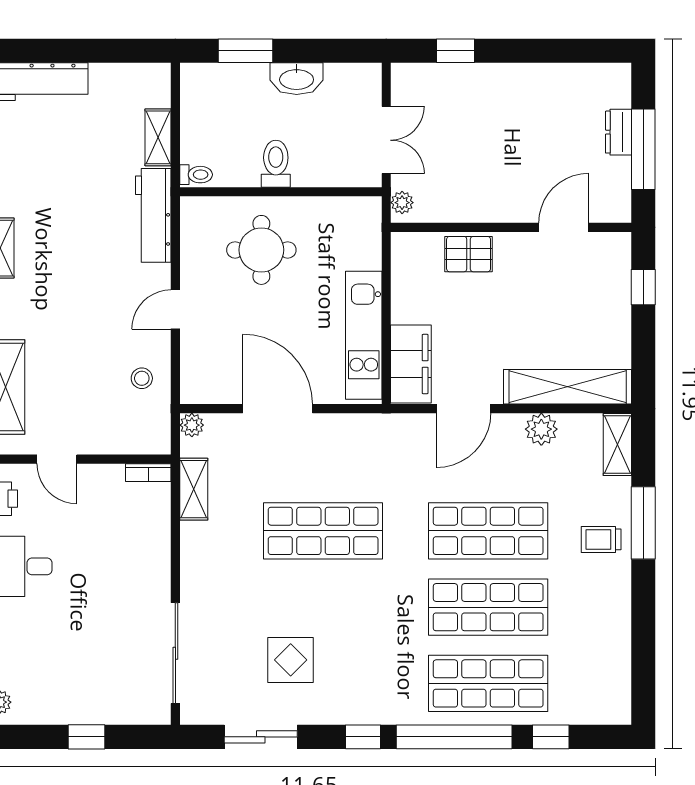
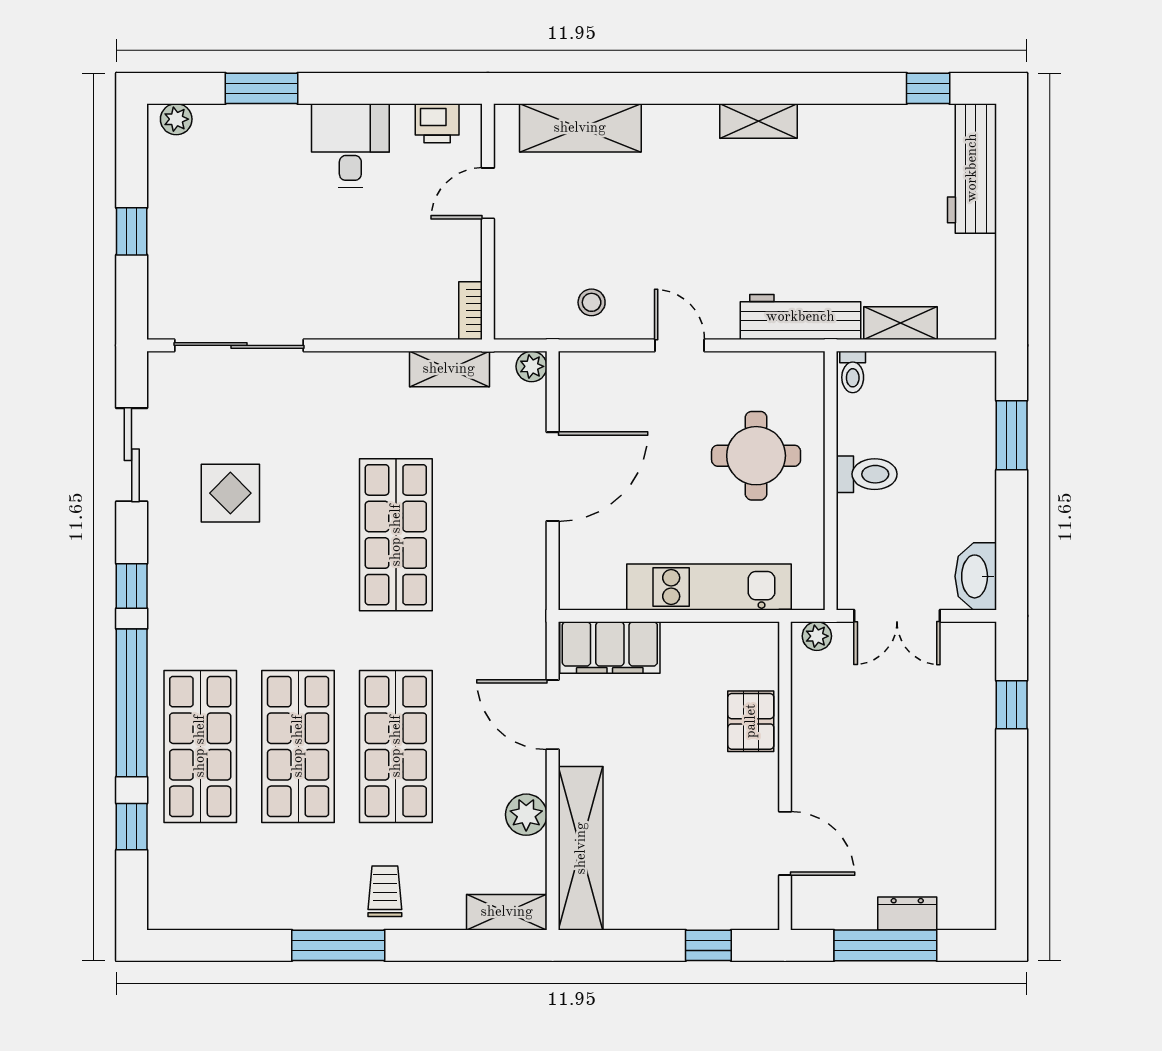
washbasin: (297, 79) -> (976, 576), moved
kitchen unit: (364, 335) -> (709, 587), moved
window: (643, 523) -> (338, 945), moved

